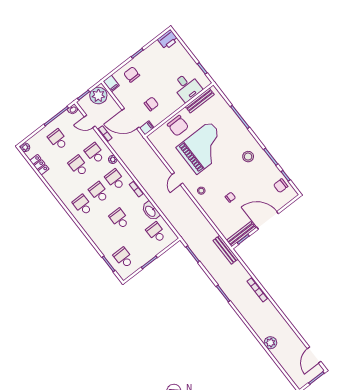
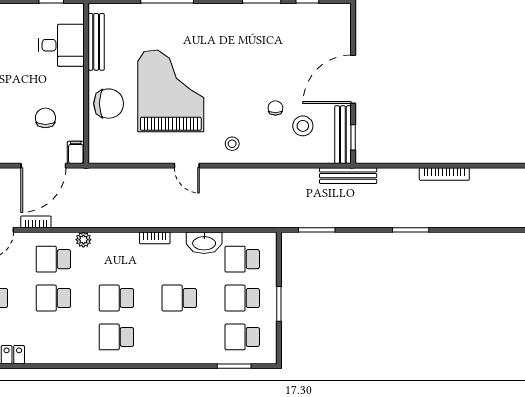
stool: (248, 157) -> (303, 126), moved
school desk: (115, 180) -> (242, 298), moved
chair: (281, 186) -> (316, 20), removed

